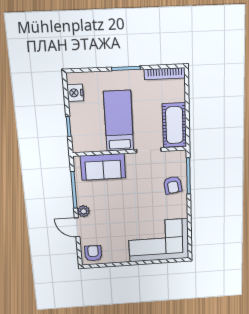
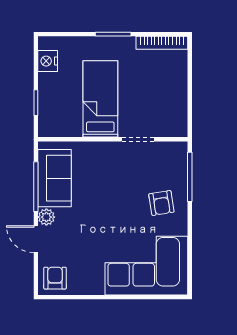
cot: (174, 125) -> (173, 108), removed
sofa: (103, 167) -> (55, 178), moved, turned -90
armchair: (173, 185) -> (161, 203), moved

